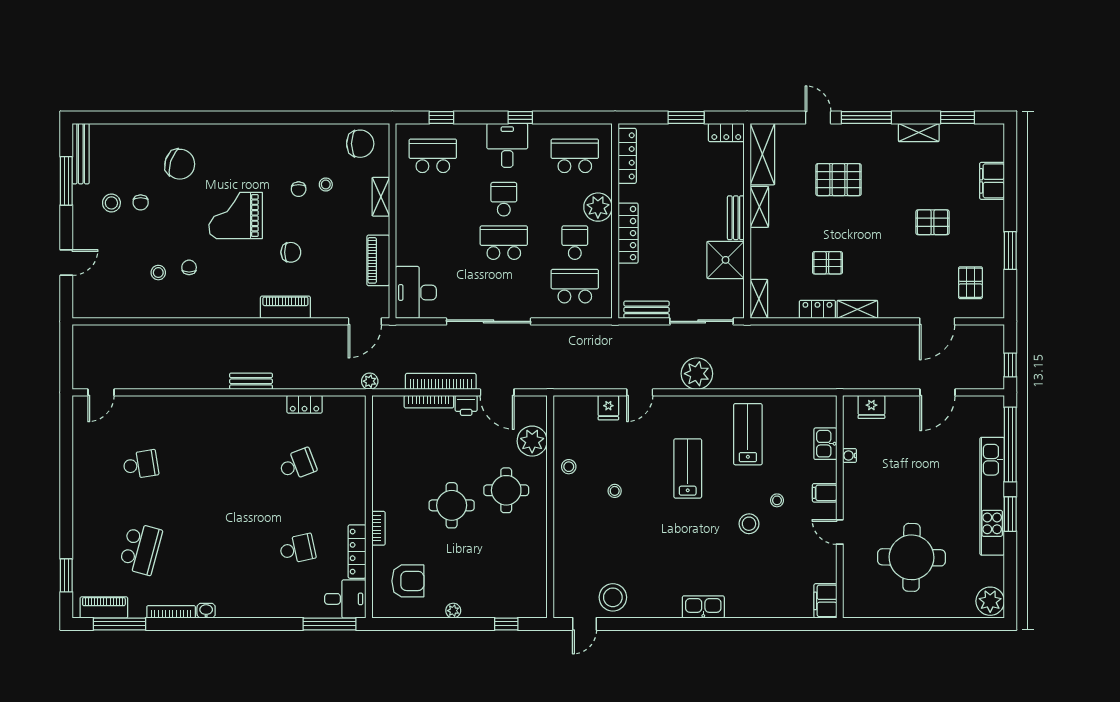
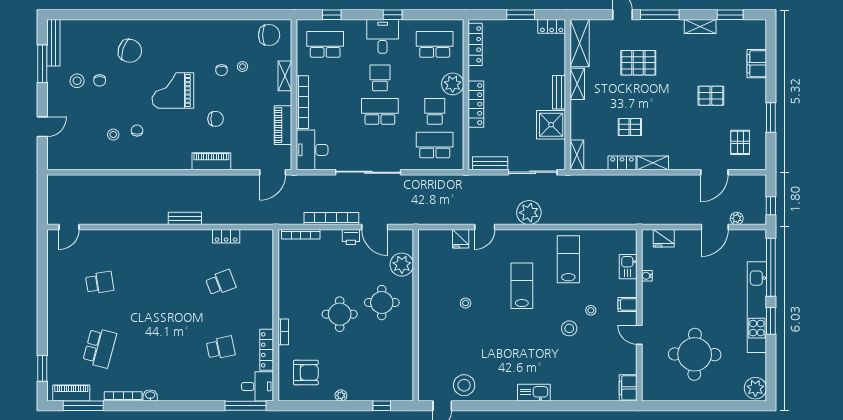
bookcase: (403, 231) -> (302, 102), added
plant: (370, 381) -> (737, 218), moved
bookcase: (429, 402) -> (301, 234), moved
stool: (569, 467) -> (430, 284), removed

